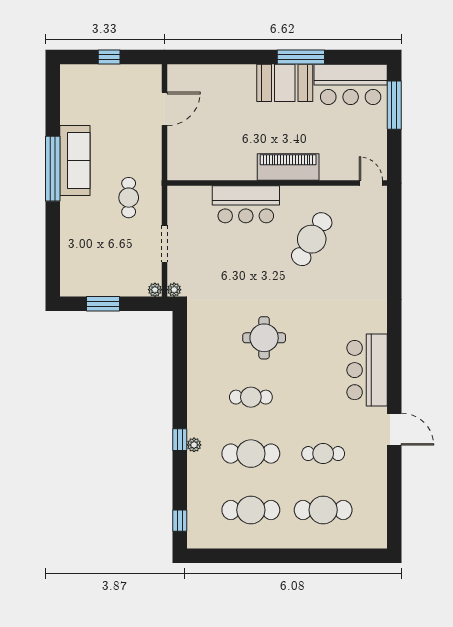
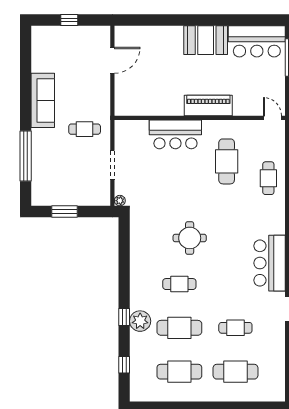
window: (301, 57) -> (218, 20), removed
window: (53, 169) -> (26, 156), moved
cafe table: (129, 198) -> (85, 129), turned 90
cafe table: (312, 239) -> (227, 161), turned -31
cafe table: (365, 261) -> (268, 178), added
plant: (155, 290) -> (105, 201), removed
plant: (194, 445) -> (140, 321), width x1.88, depth x1.88
window: (180, 521) -> (124, 365), moved

